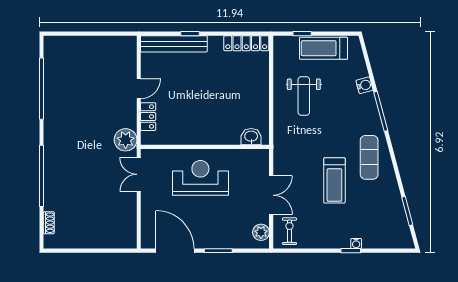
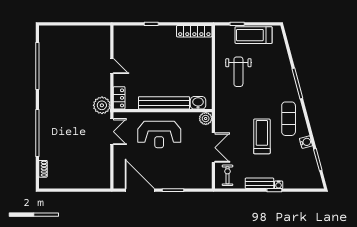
bench: (174, 44) -> (164, 103), moved
water cooler: (364, 85) -> (306, 142), moved
door: (139, 89) -> (112, 66), hinge flipped
locker: (148, 117) -> (119, 98), moved
double door: (139, 174) -> (112, 132), swing flipped
reception desk: (200, 178) -> (159, 134), turned 180
treadmill: (334, 180) -> (262, 136), turned 180
plant: (261, 232) -> (206, 118), moved
bench: (331, 242) -> (259, 183), added

